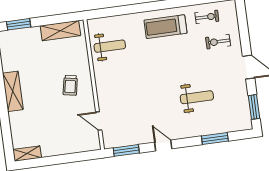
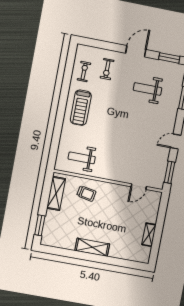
weight bench: (110, 46) -> (82, 158), turned -90
trolley: (70, 85) -> (86, 194), moved
weight bench: (197, 97) -> (147, 89), moved, turned -90
shelving: (27, 154) -> (149, 235), moved

